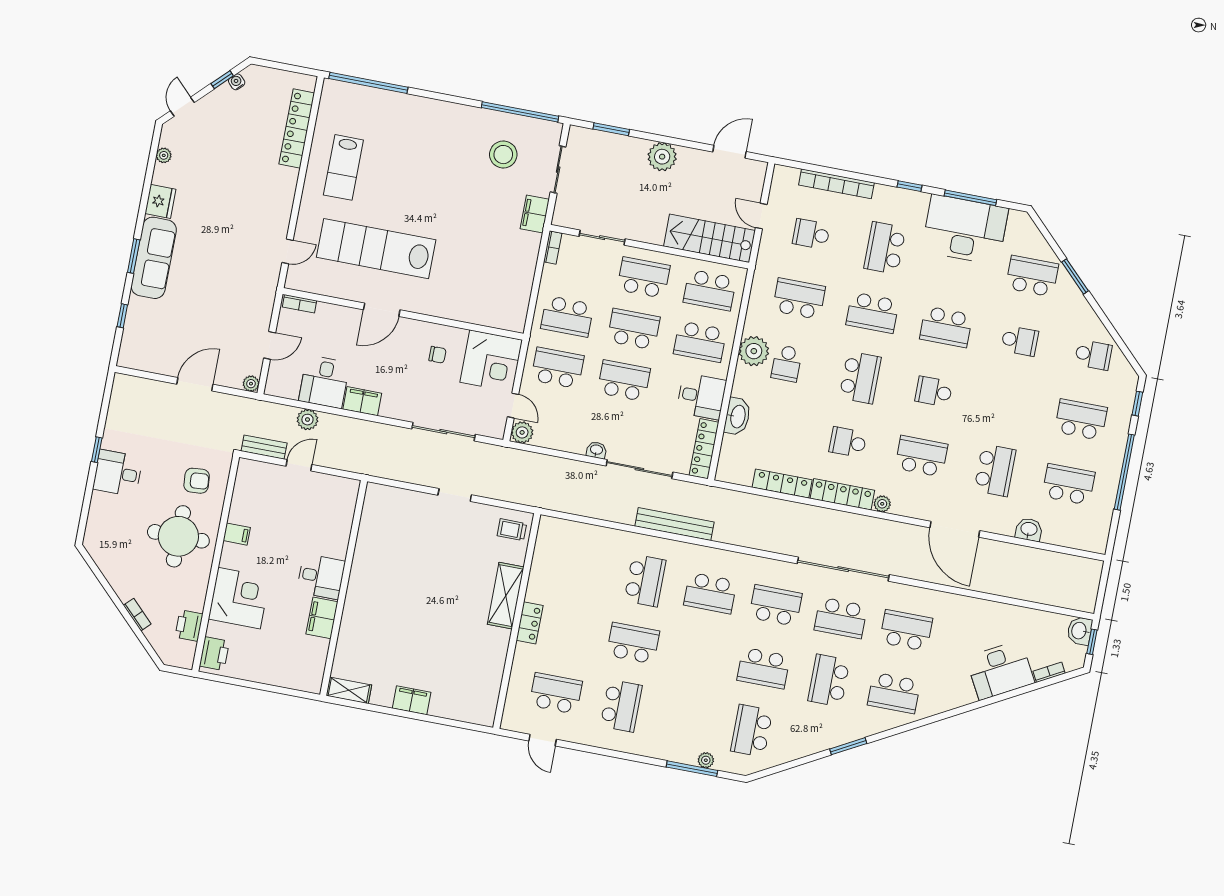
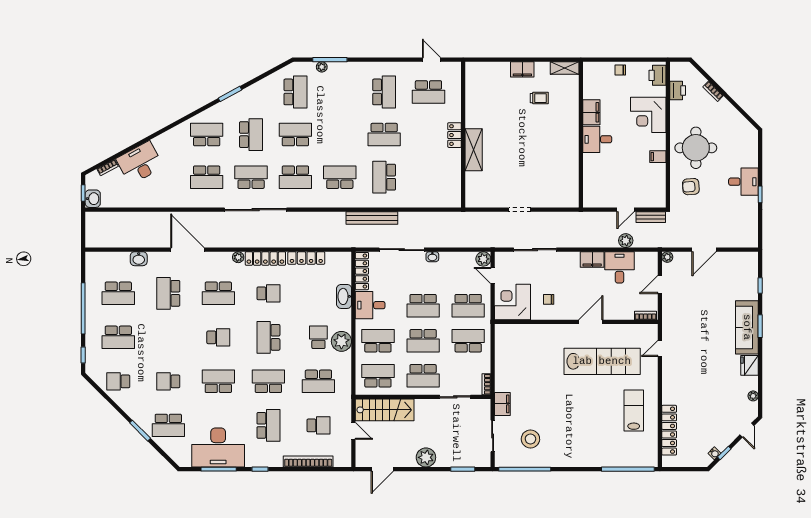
trolley: (512, 530) -> (539, 98), moved
chair: (268, 672) -> (620, 70), added
school desk: (621, 706) -> (384, 92), turned 180

